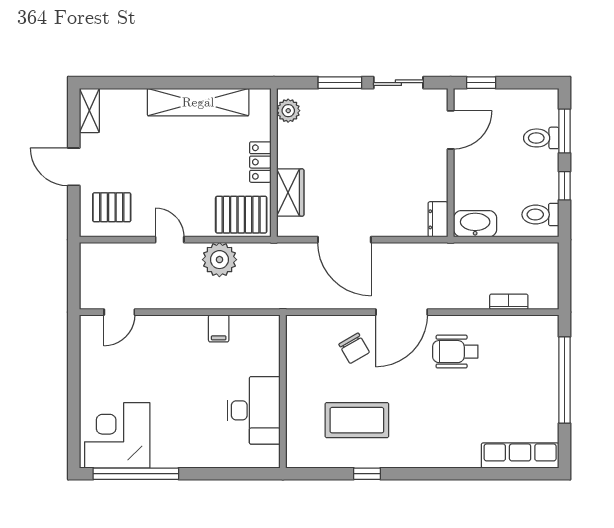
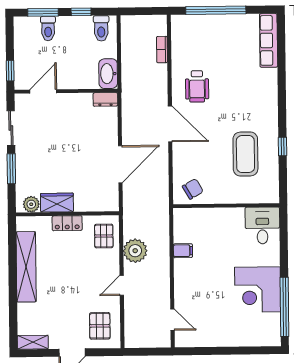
door: (451, 130) -> (43, 91), hinge flipped
wardrobe: (290, 193) -> (57, 203), moved
pallet: (241, 215) -> (104, 236), width x0.67, depth x0.71
chair: (354, 348) -> (193, 189), moved
desk: (254, 410) -> (262, 225), moved, width x0.73
corner desk: (117, 435) -> (258, 290), moved

